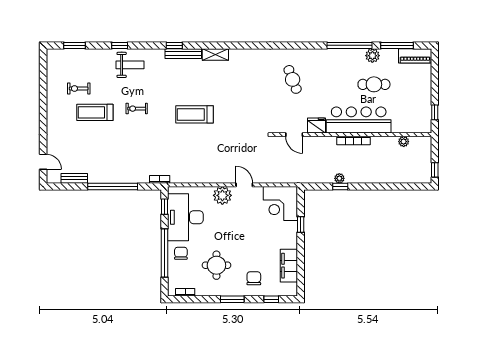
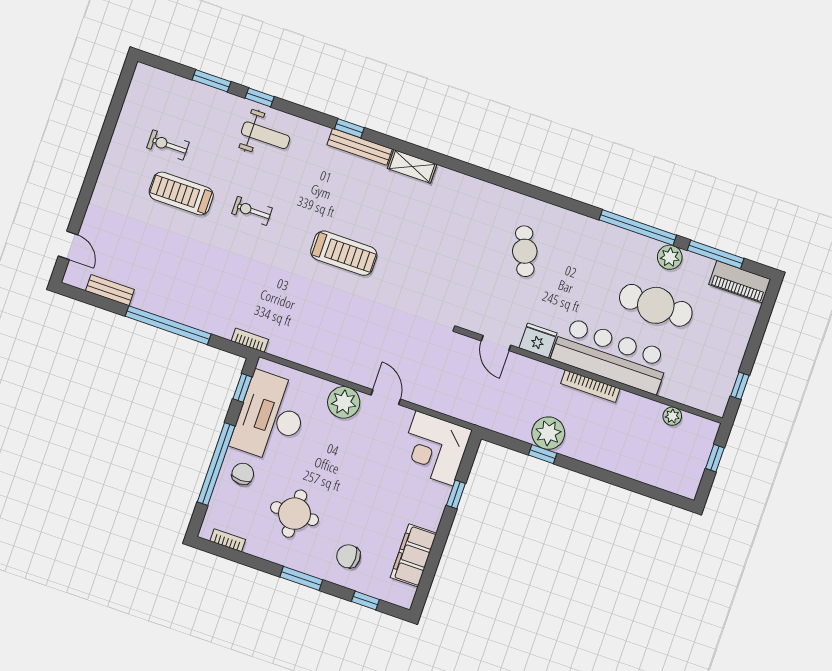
window: (75, 45) -> (211, 81), moved
cafe table: (374, 84) -> (656, 305), width x1.37, depth x1.35
treadmill: (195, 114) -> (344, 253), turned 180
window: (435, 170) -> (715, 458), moved
plant: (339, 178) -> (548, 433), width x1.87, depth x1.87
chair: (254, 278) -> (348, 556), turned -90

